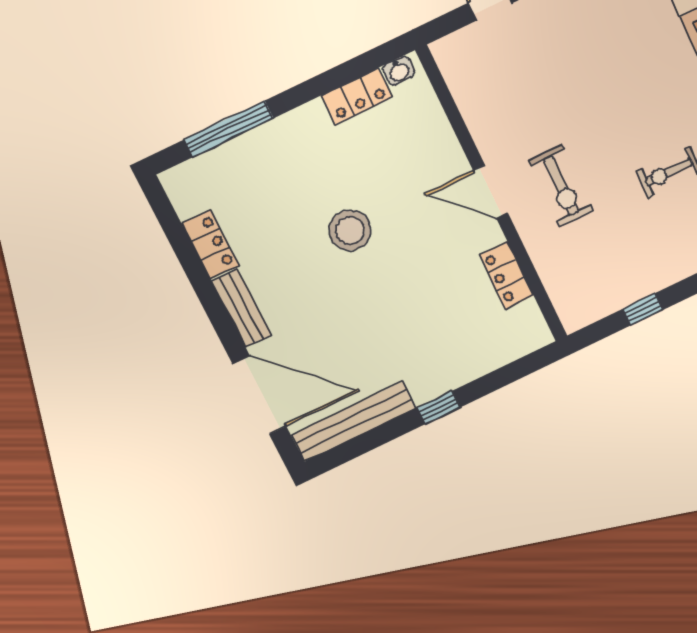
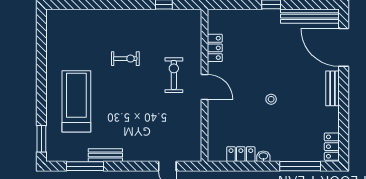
washbasin: (399, 71) -> (263, 156), moved
stool: (350, 230) -> (271, 99), width x0.53, depth x0.53
locker: (210, 244) -> (332, 147), moved

